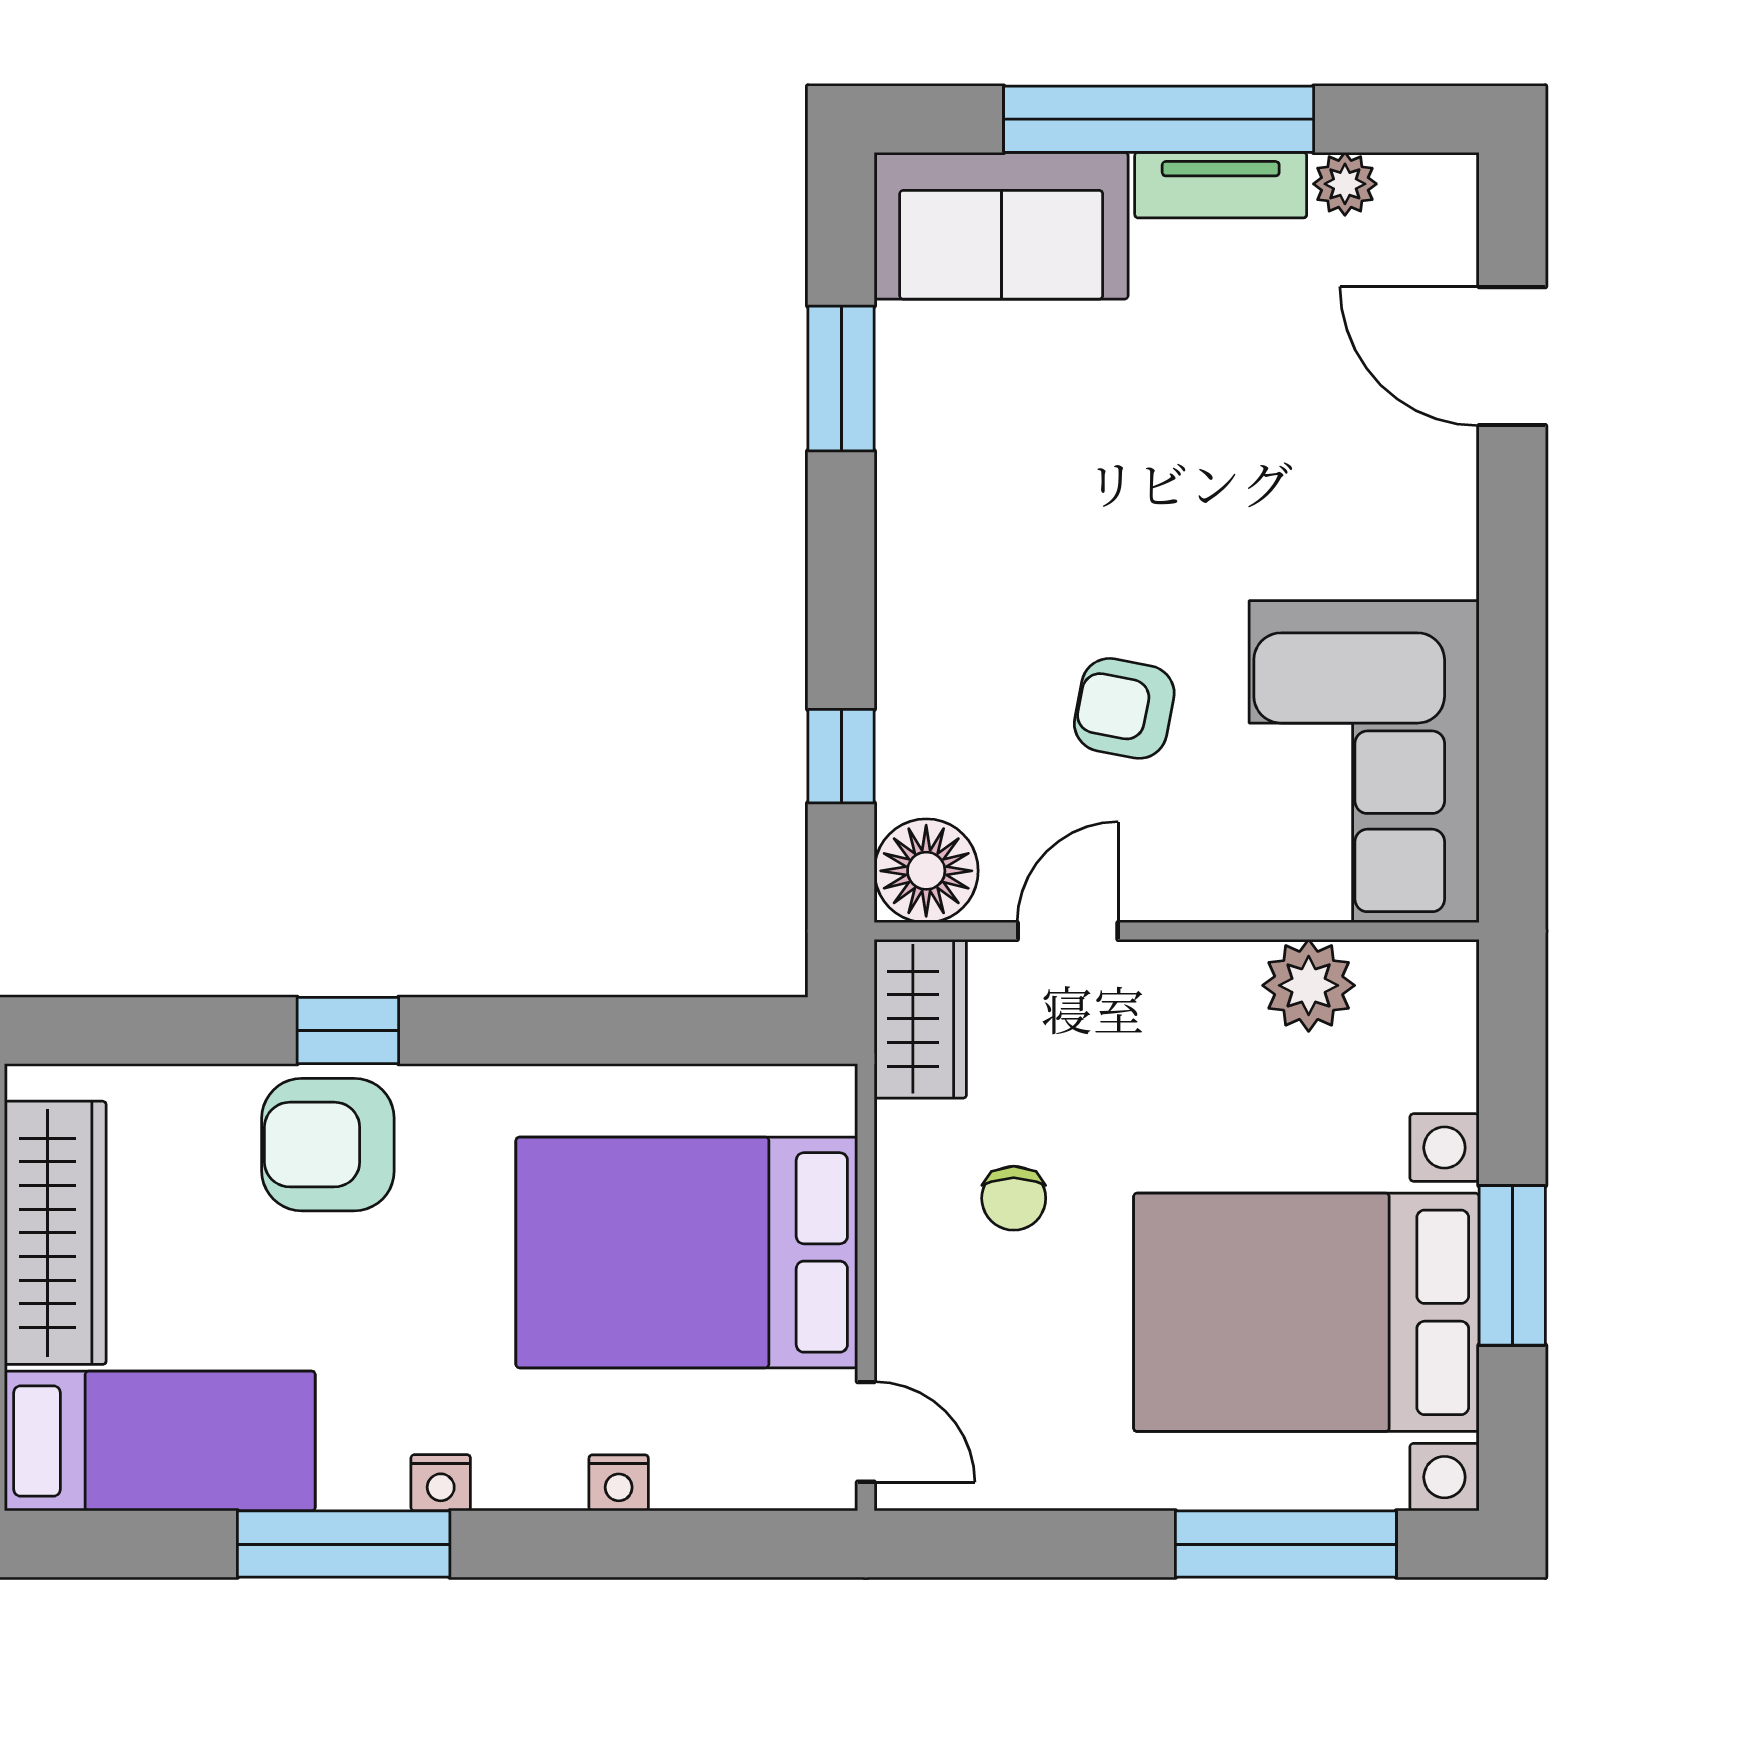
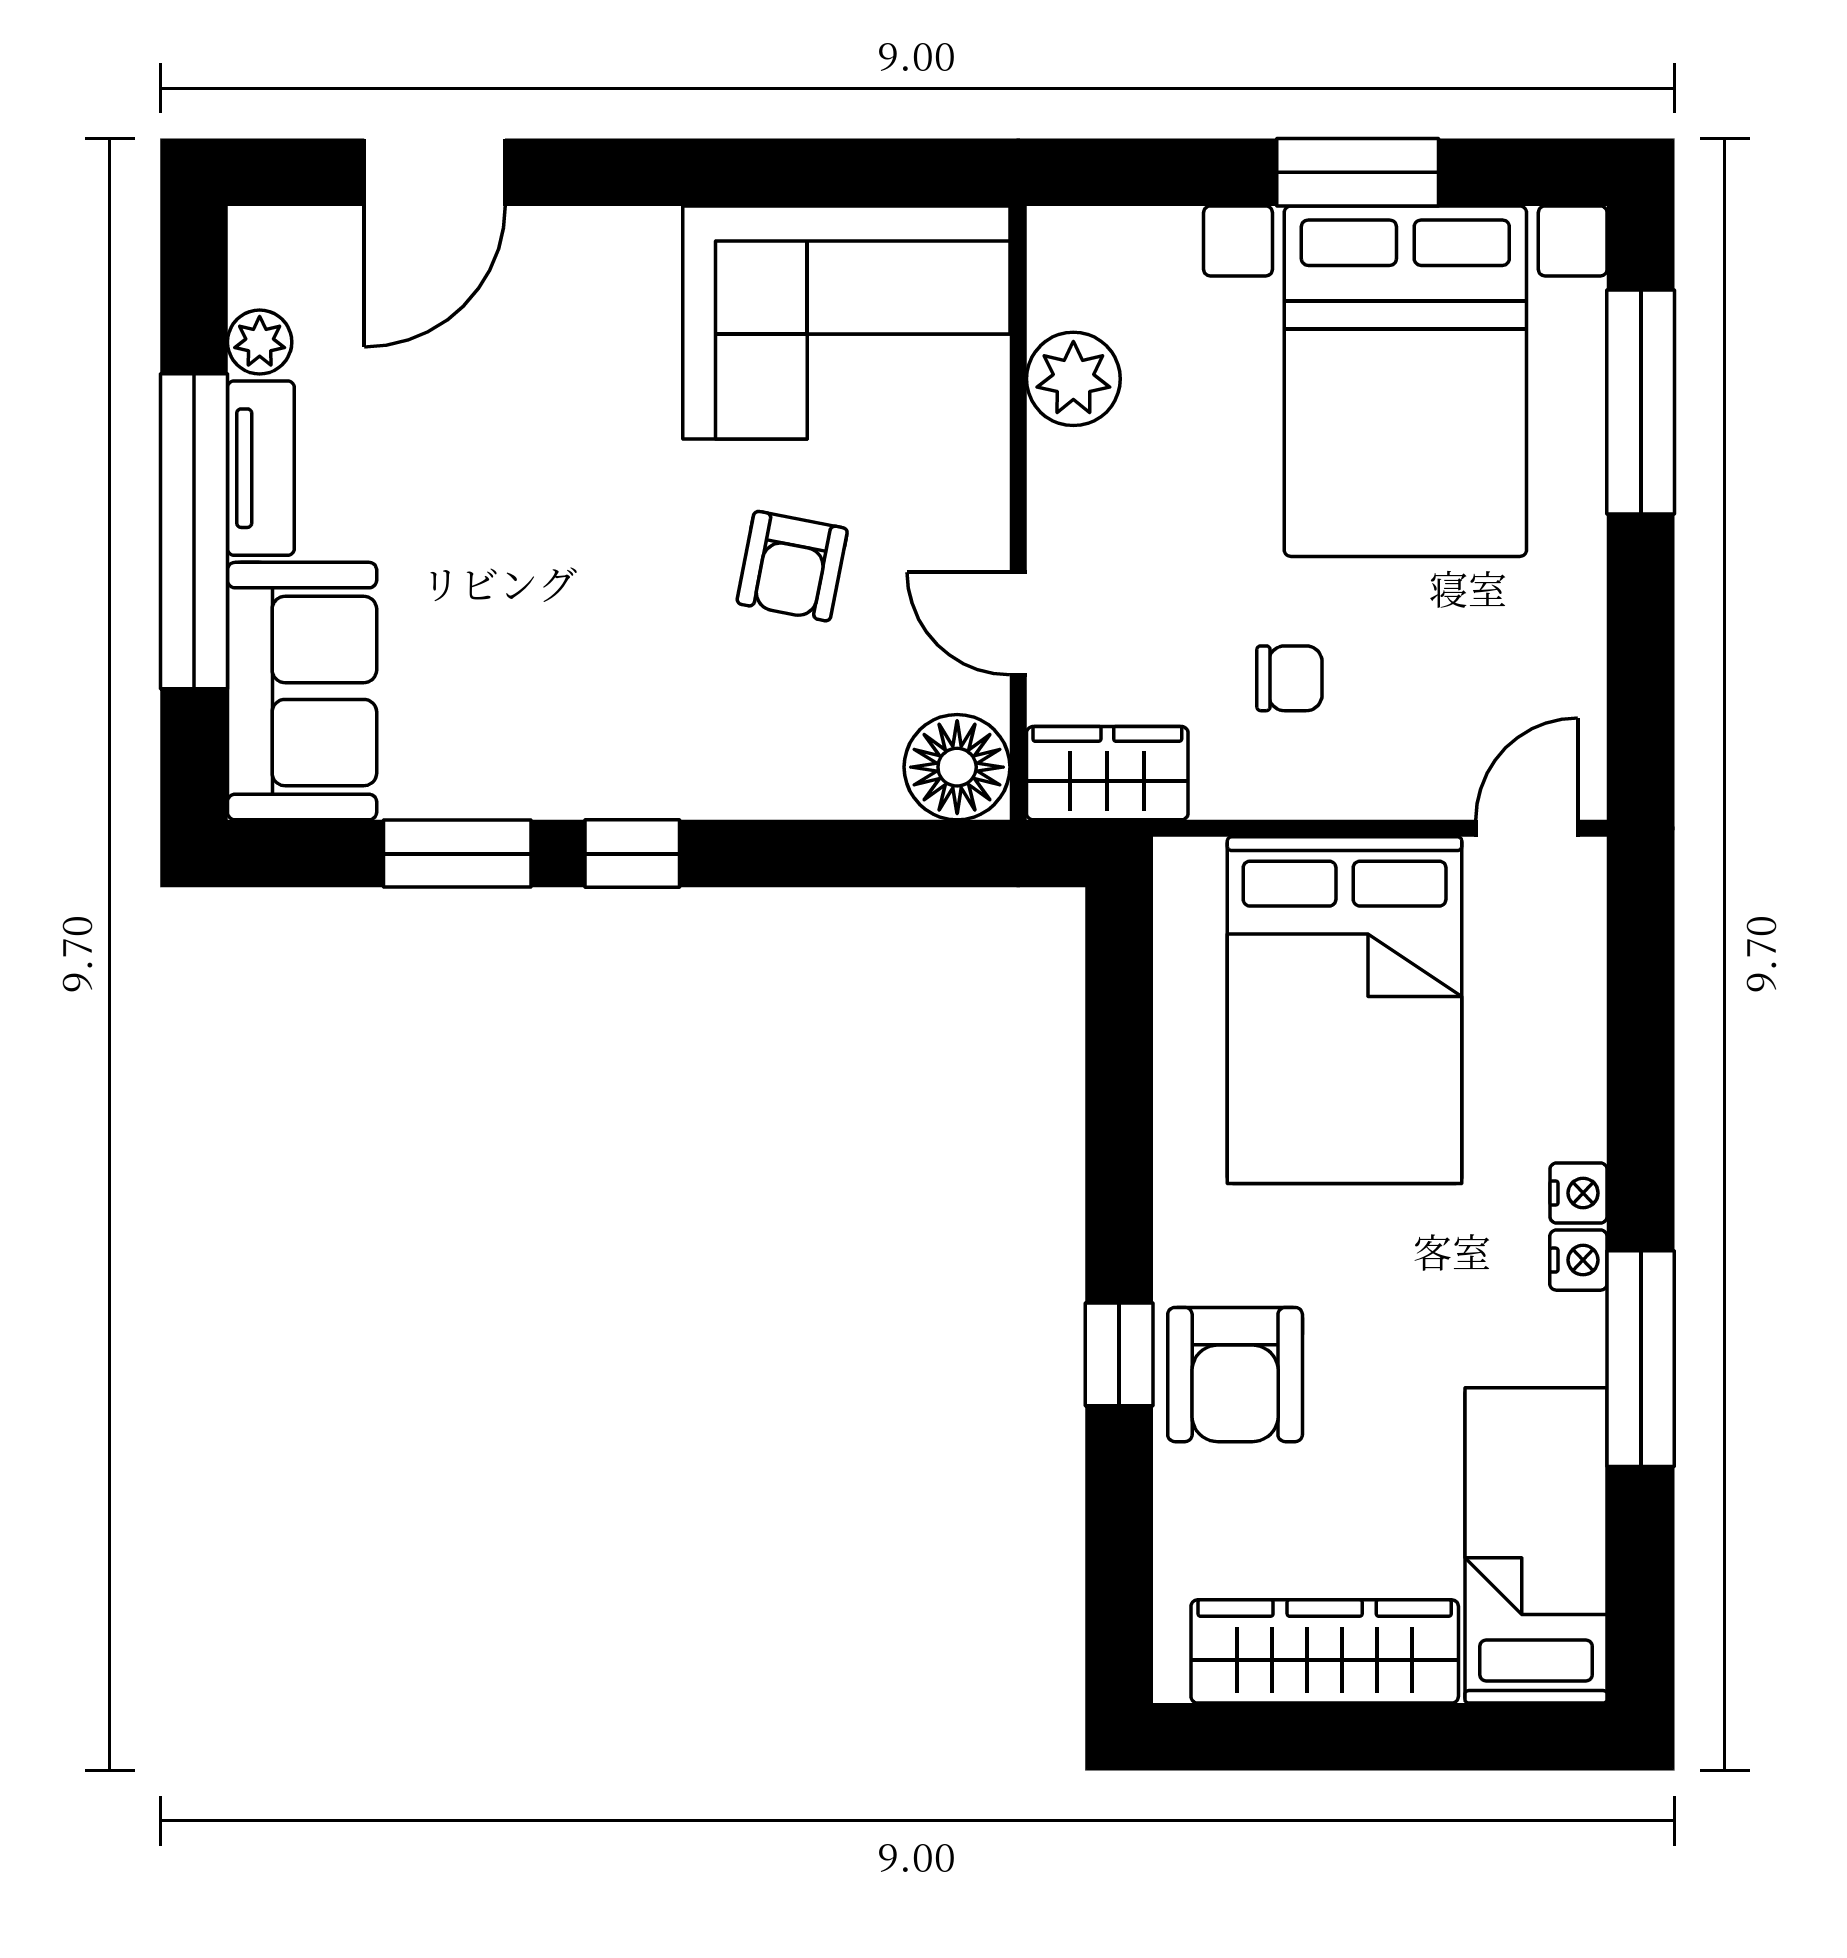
window: (841, 756) -> (632, 854), moved
nightstand: (619, 1483) -> (1579, 1193), moved

